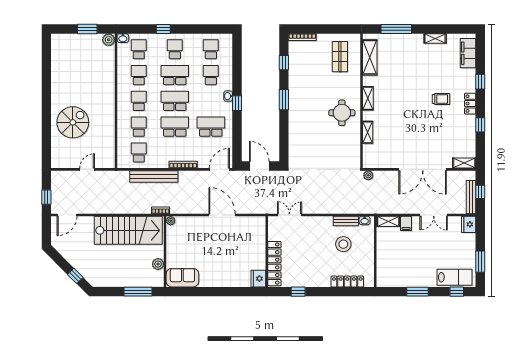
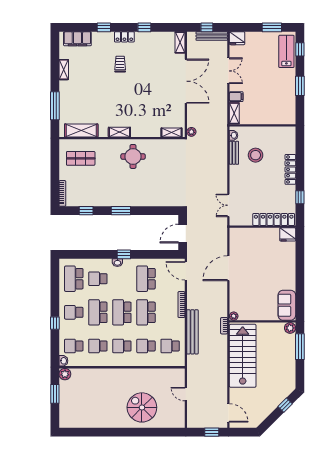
school desk: (211, 49) -> (74, 279), width x1.85
shelving: (368, 132) -> (172, 132), moved
plant: (158, 264) -> (290, 328), moved
locker: (347, 281) -> (290, 169), moved

